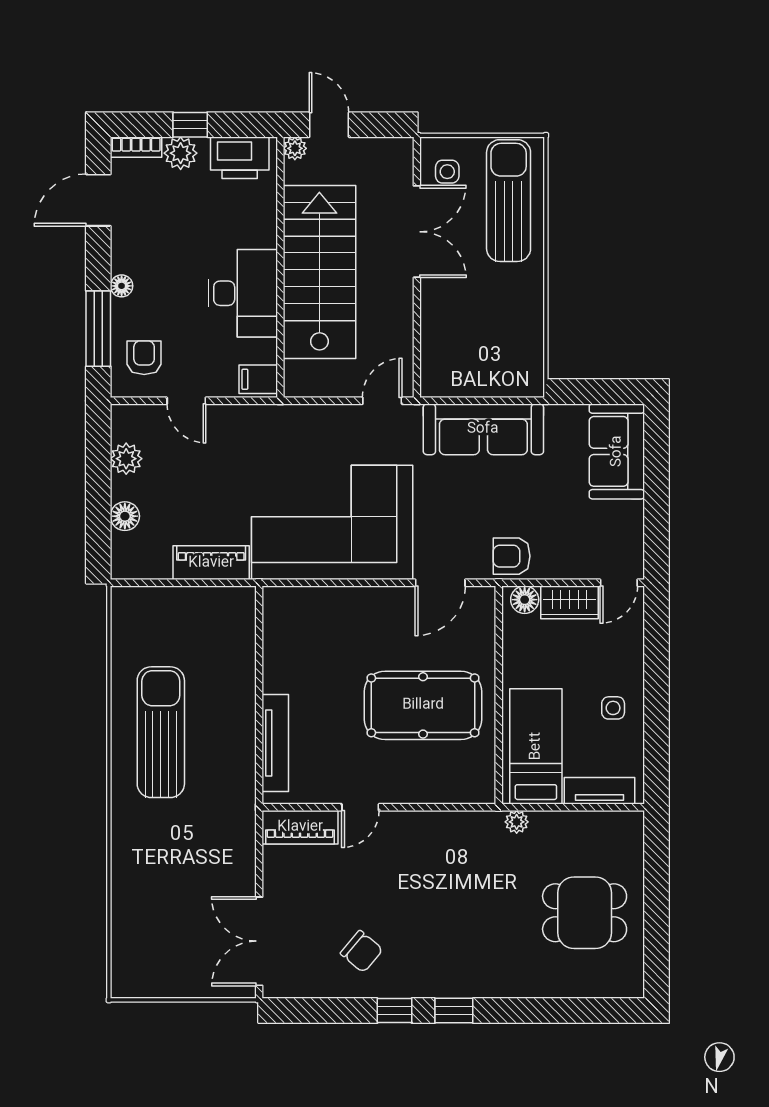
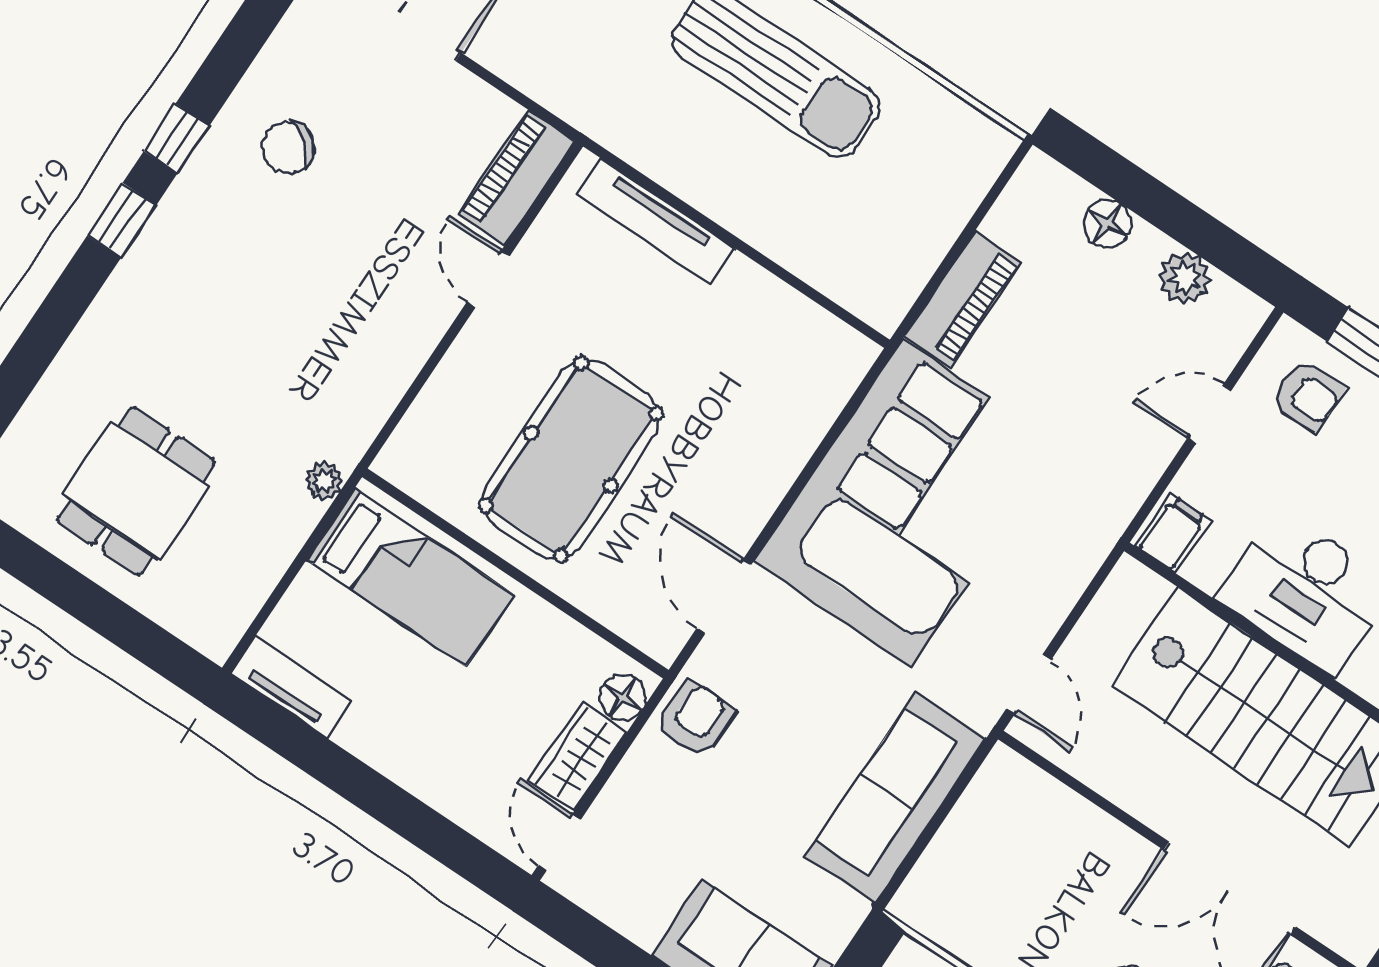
side table: (613, 708) -> (392, 719), removed
tv unit: (600, 791) -> (291, 687), moved, turned -90

